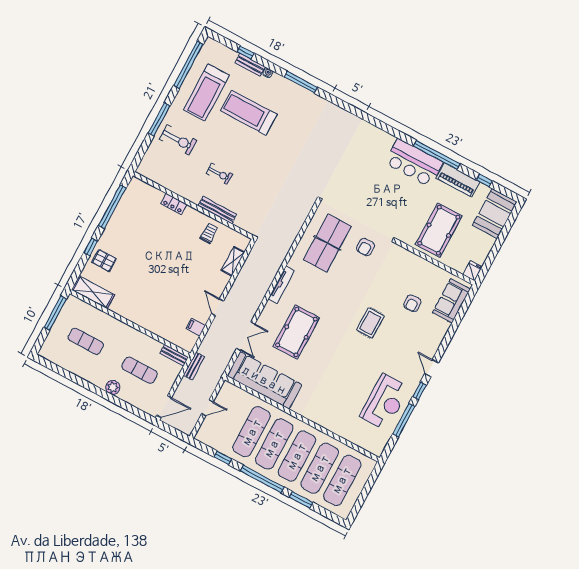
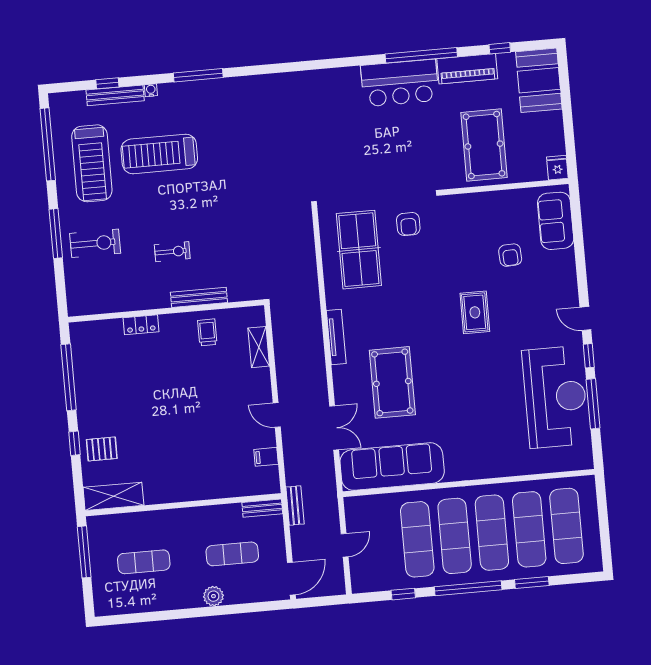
bench: (250, 65) -> (115, 95), width x1.36
reception desk: (385, 402) -> (555, 397), width x1.36, depth x1.30

